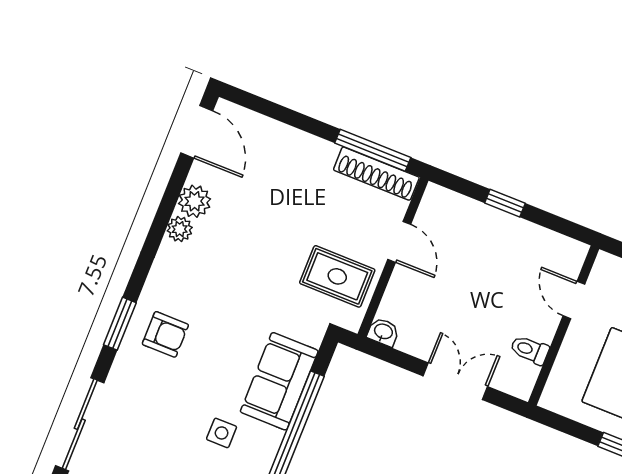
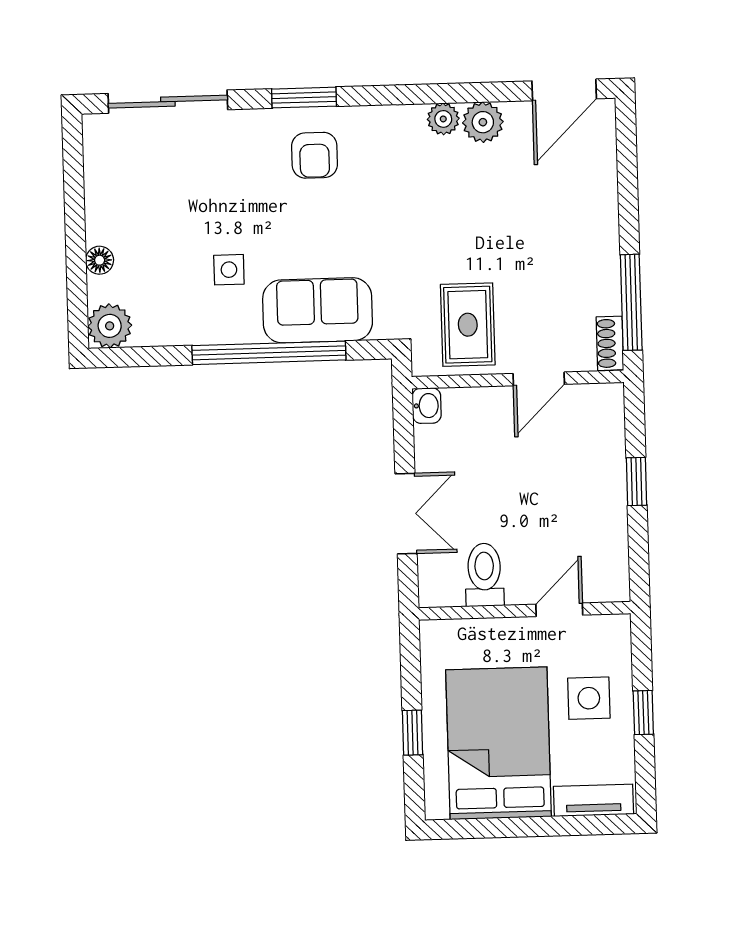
shoe rack: (376, 174) -> (610, 343), width x0.51, depth x0.81
toilet: (530, 350) -> (484, 575), width x1.37, depth x1.39

